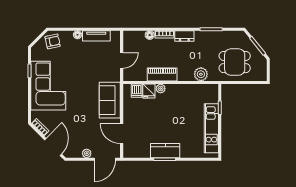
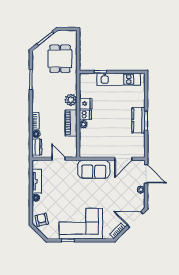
dresser: (184, 36) -> (37, 147), moved
plant: (201, 74) -> (71, 100), moved
dishwasher: (137, 91) -> (85, 115), moved
fridge: (149, 91) -> (86, 104), moved

